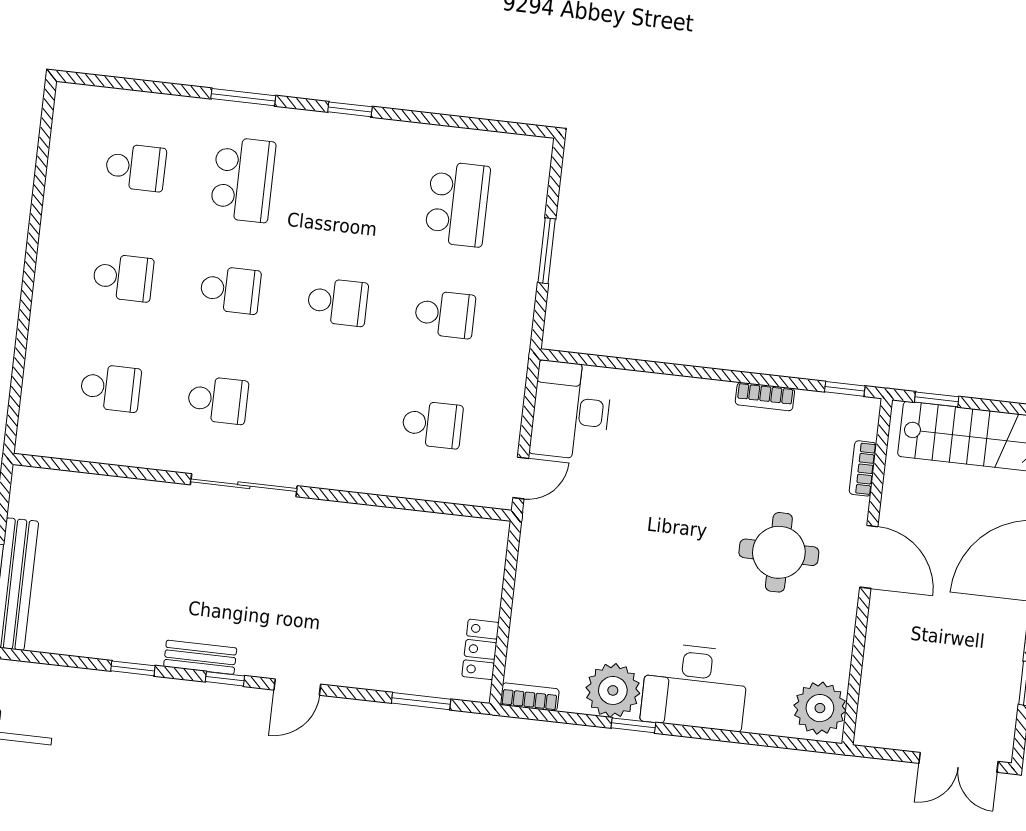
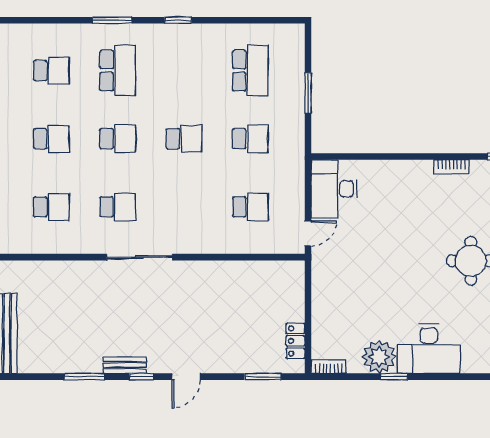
window: (133, 668) -> (84, 377), width x1.50

